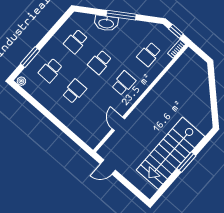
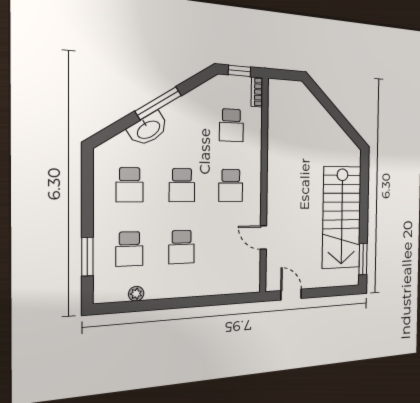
plant: (21, 81) -> (136, 294), moved
school desk: (124, 83) -> (231, 185), turned 180
school desk: (74, 91) -> (182, 247), turned 180
window: (186, 162) -> (363, 259), moved
door: (108, 167) -> (291, 295), swing flipped

